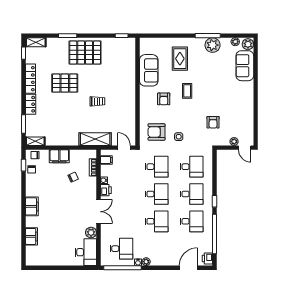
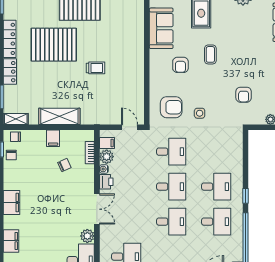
pallet: (65, 83) -> (54, 45), width x1.37, depth x1.41
armchair: (156, 132) -> (171, 107), turned 180
shelving: (95, 139) -> (59, 116), moved
filing cabinet: (59, 156) -> (53, 138), width x0.50
desk: (192, 167) -> (216, 152), removed
plant: (106, 171) -> (107, 157), added

